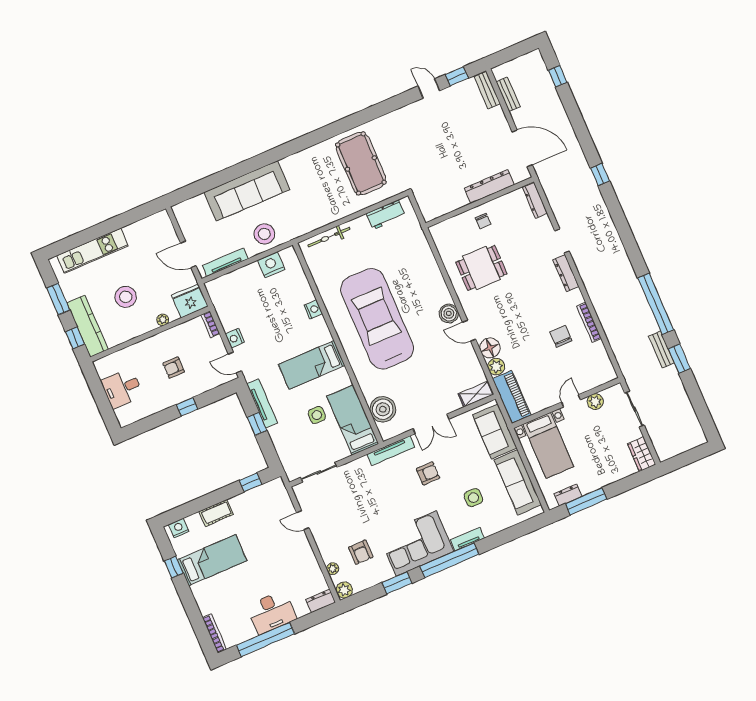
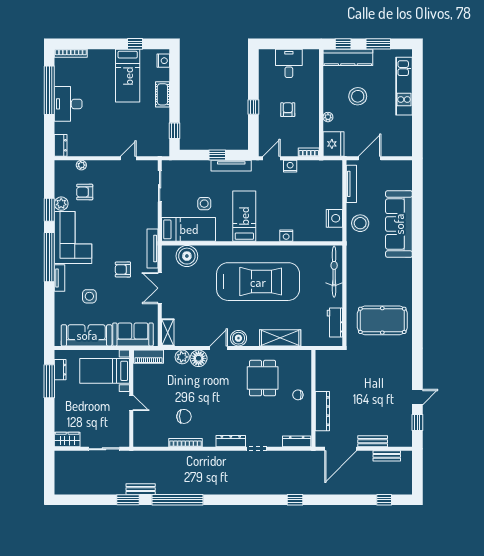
bench: (487, 90) -> (373, 441), moved
bicycle: (329, 237) -> (334, 272), width x1.37, depth x1.40
shelving: (429, 268) -> (280, 338), added
piano: (512, 397) -> (148, 357), width x0.73, depth x0.75
plant: (595, 402) -> (123, 421), removed
armchair: (428, 473) -> (123, 270), turned 90
plant: (344, 590) -> (61, 204), moved

